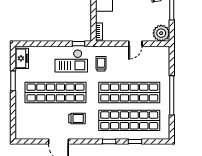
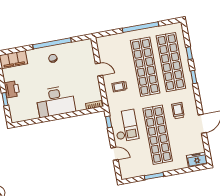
plant: (161, 33) -> (85, 47), removed
door: (44, 44) -> (115, 154), added
freezer: (22, 58) -> (197, 160), moved
trolley: (101, 64) -> (119, 87), moved

